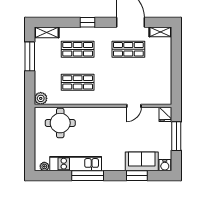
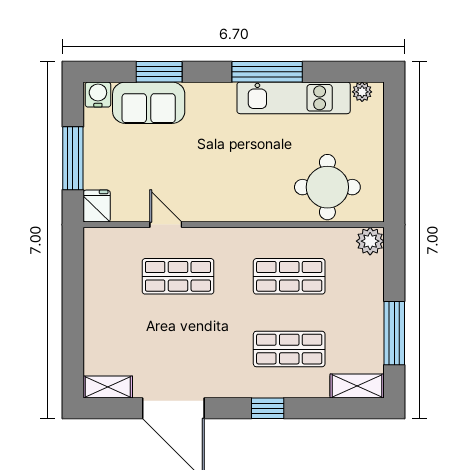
shop shelf: (128, 49) -> (178, 276), moved
door: (134, 106) -> (166, 225), hinge flipped

